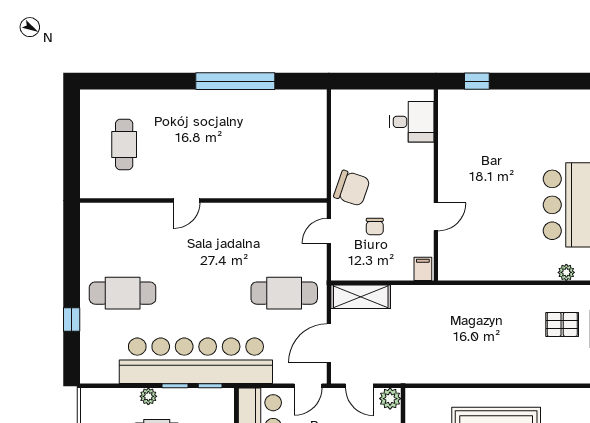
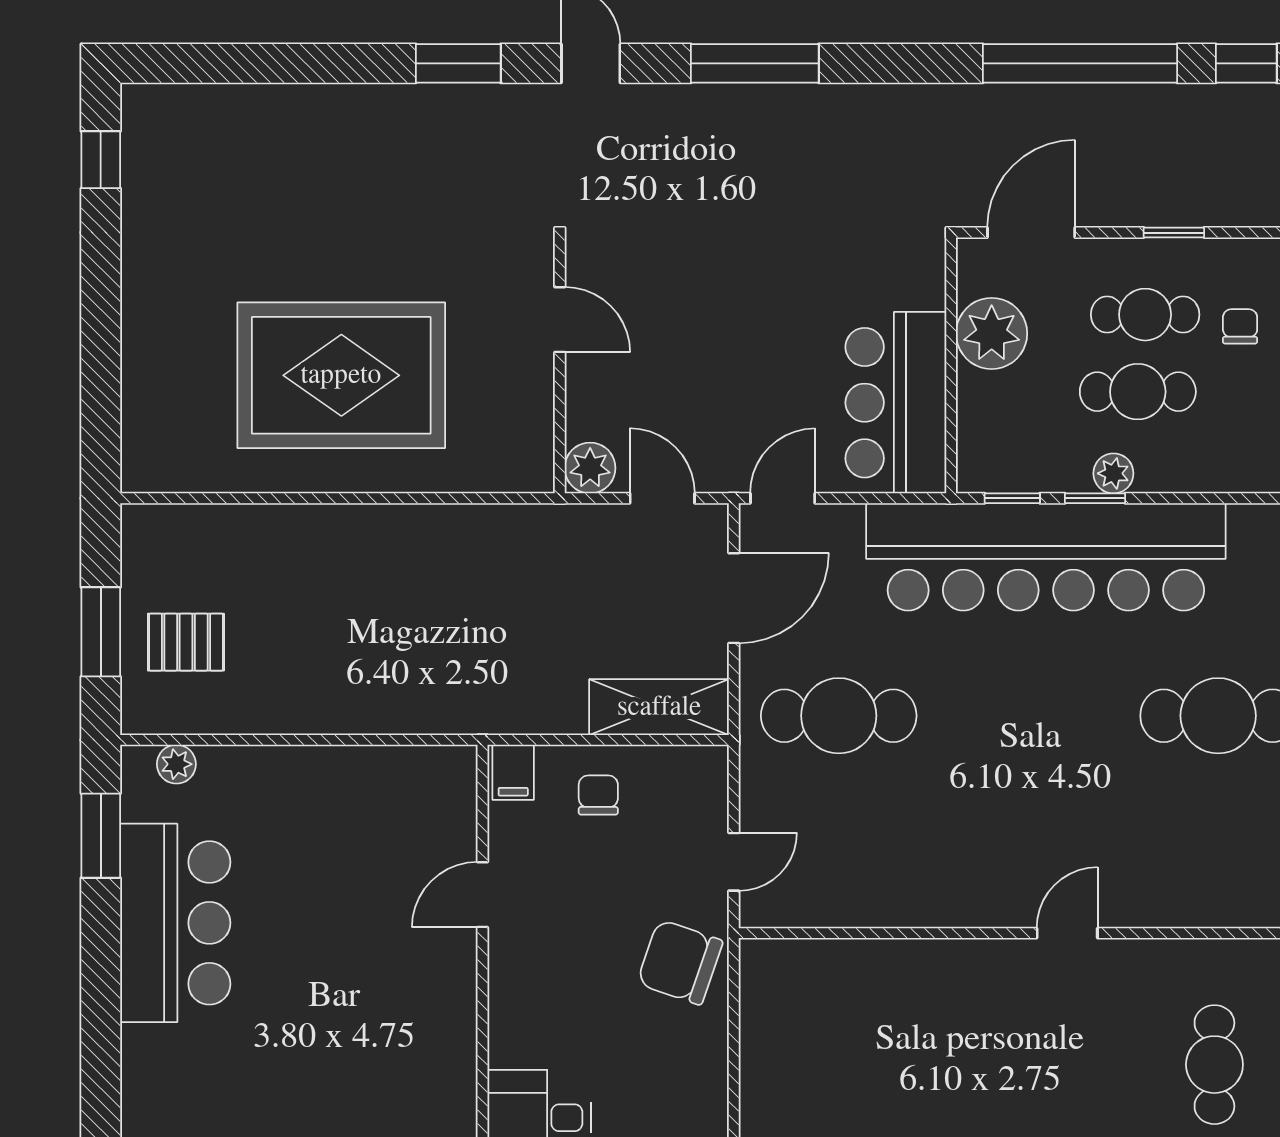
chair: (375, 227) -> (598, 795), moved
plant: (148, 396) -> (1113, 473), moved

